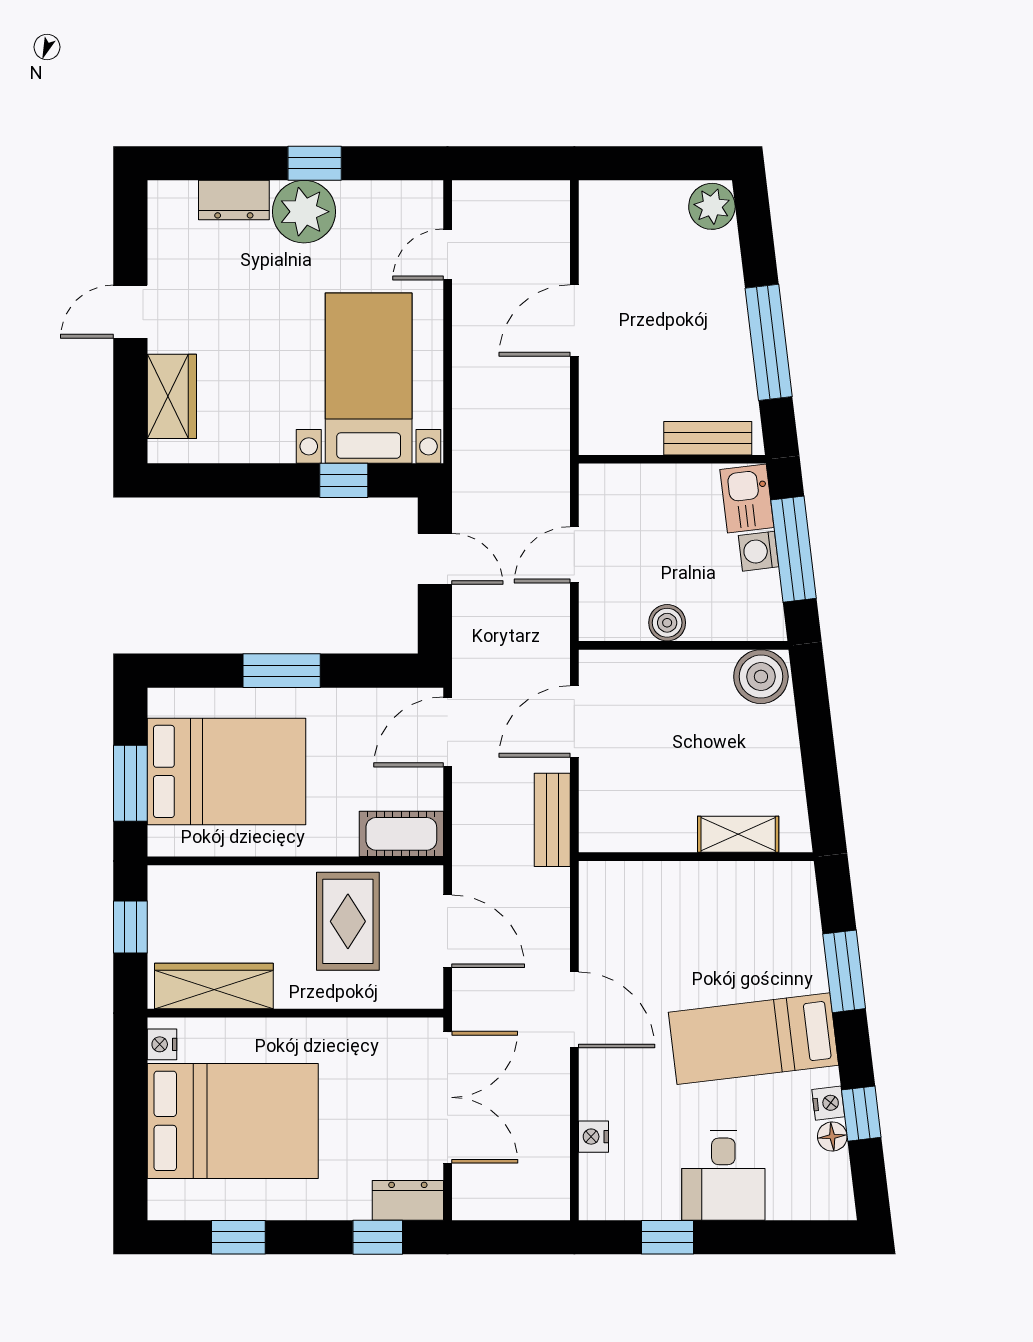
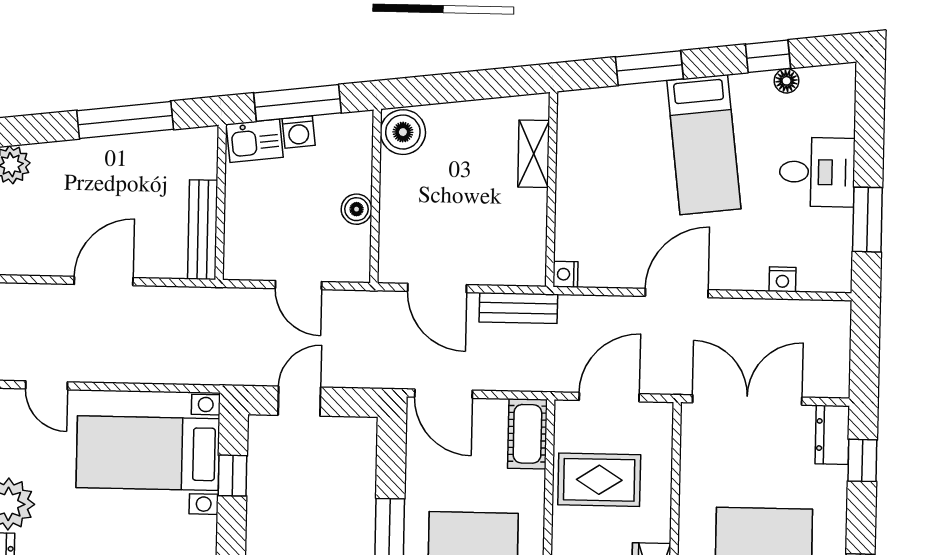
door: (574, 321) -> (104, 281), swing flipped
bench: (708, 438) -> (203, 230), moved, width x1.36
nightstand: (828, 1103) -> (565, 274), moved, turned -83
window: (668, 1237) -> (867, 220), width x1.50

